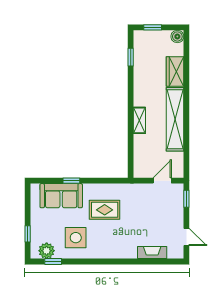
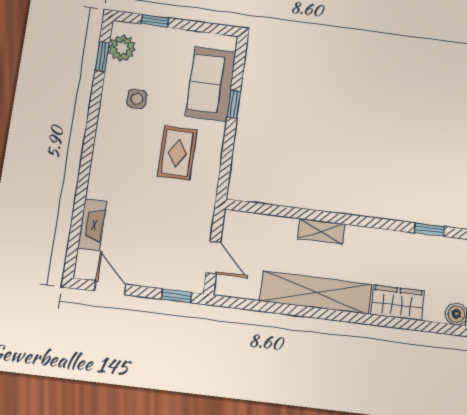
door: (186, 237) -> (110, 288), swing flipped
side table: (76, 238) -> (137, 99), width x0.54, depth x0.54

